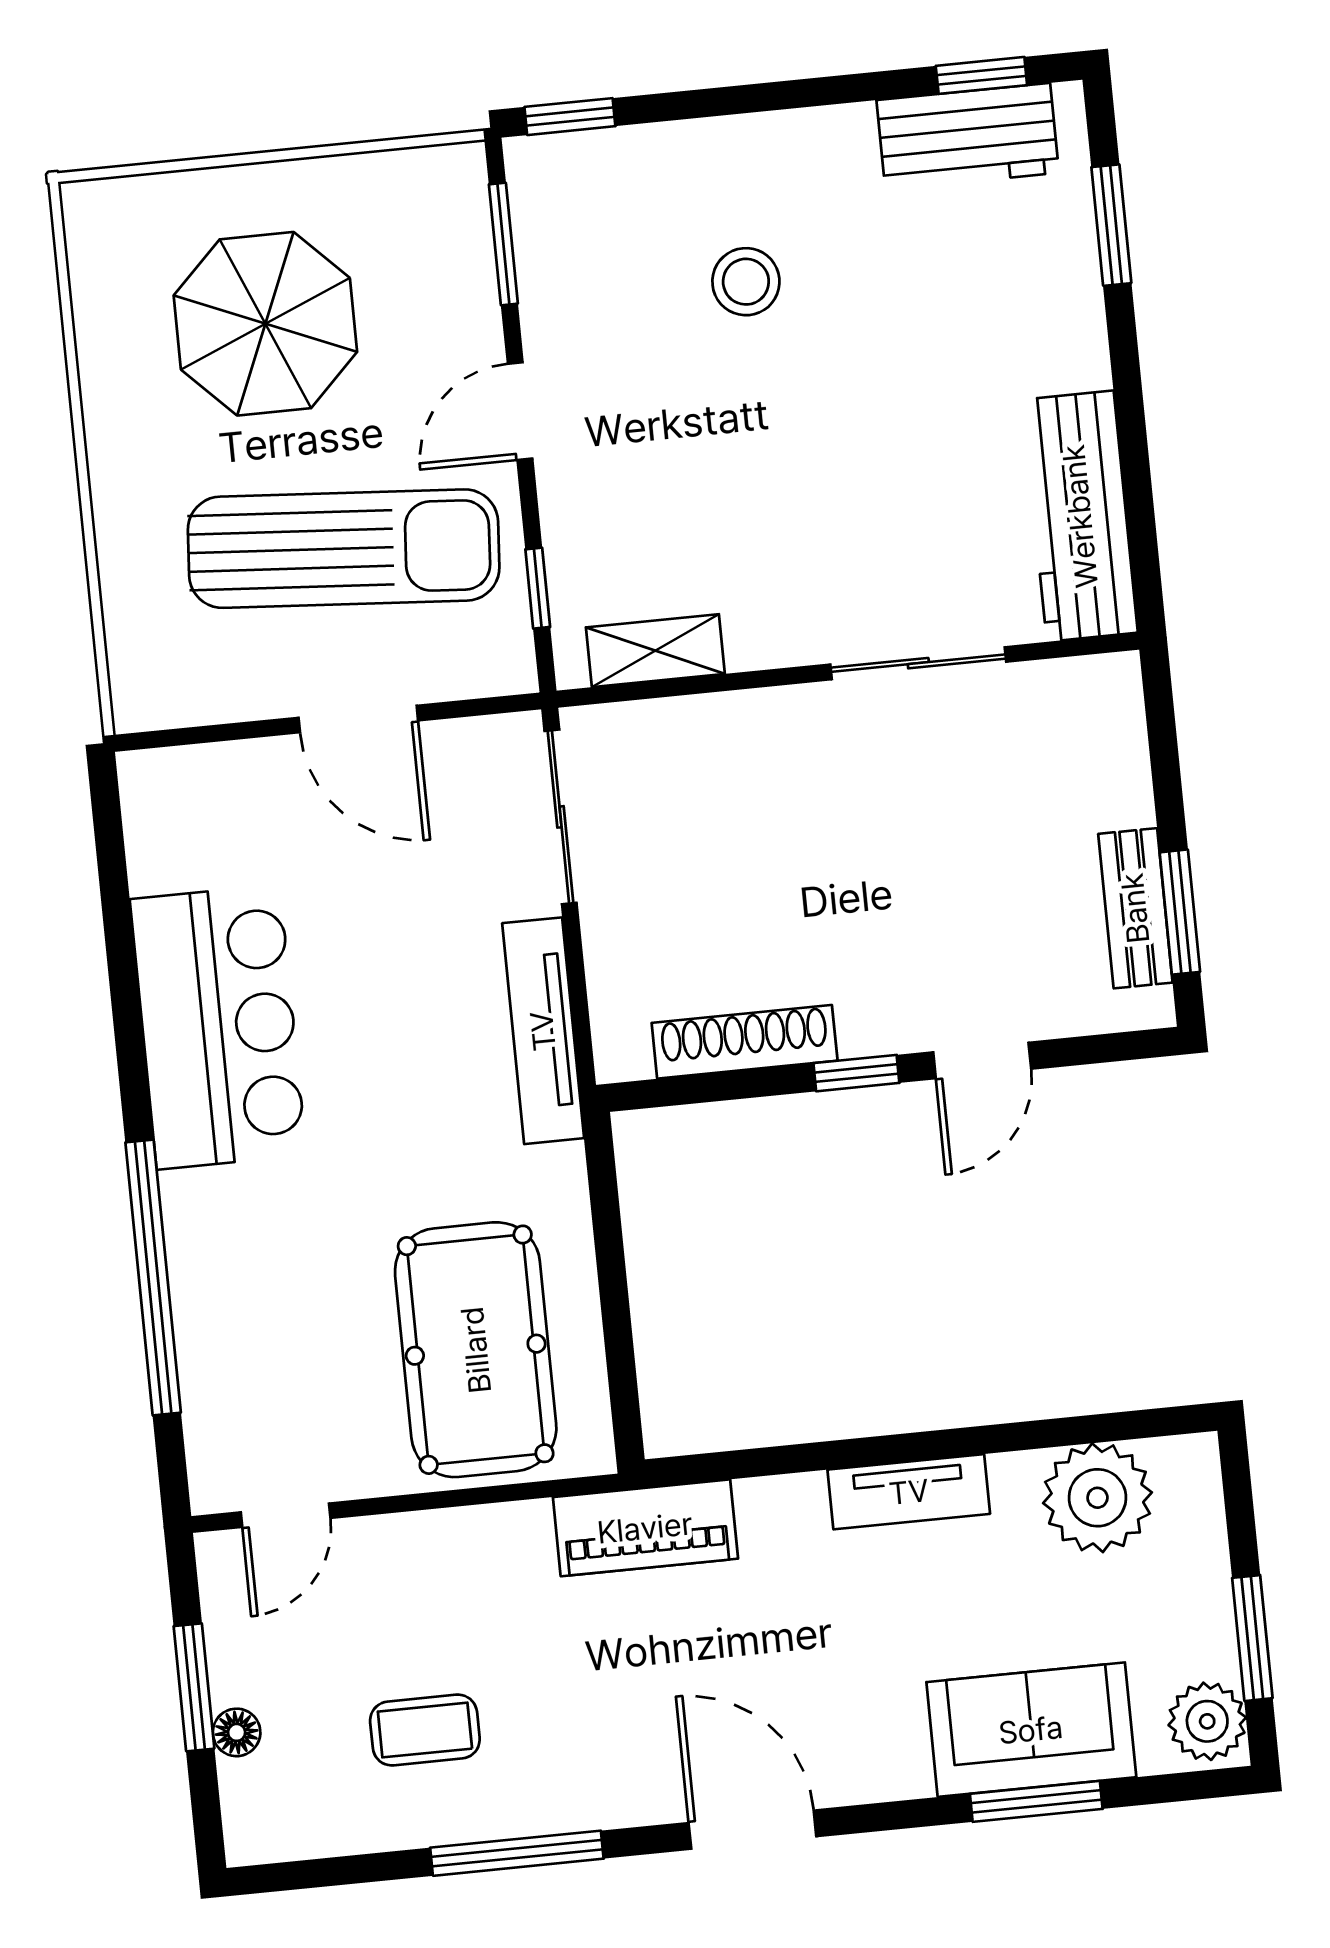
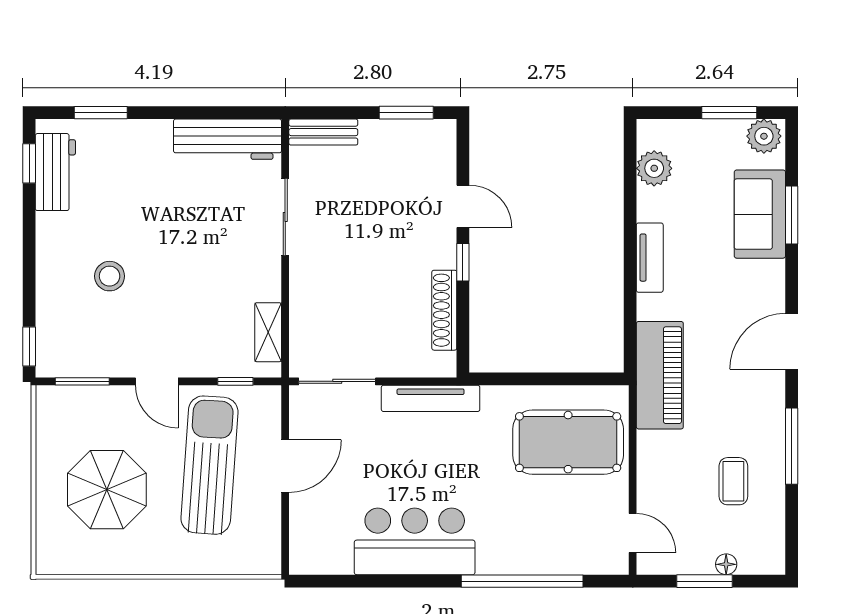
bench: (1135, 908) -> (323, 132), moved
plant: (1097, 1498) -> (654, 168), width x0.73, depth x0.73
piano: (645, 1528) -> (660, 375), width x1.37, depth x1.33

